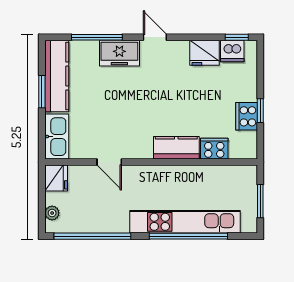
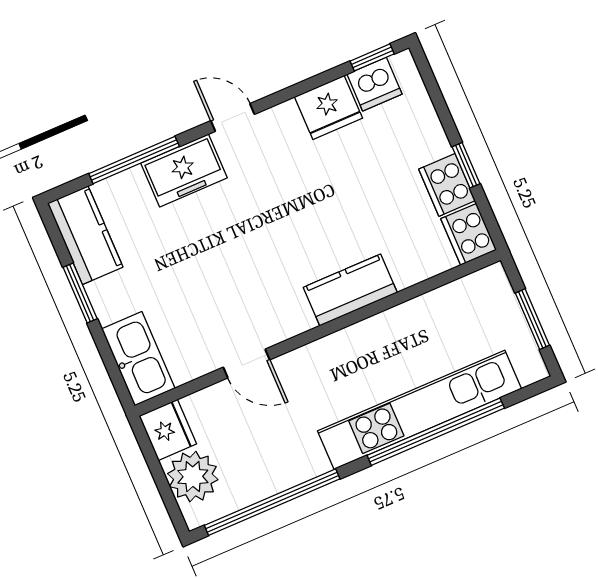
kitchen counter: (57, 76) -> (85, 235), width x0.67
cooker: (214, 149) -> (469, 234), moved, turned -90
plant: (52, 213) -> (193, 477), width x1.87, depth x1.87

